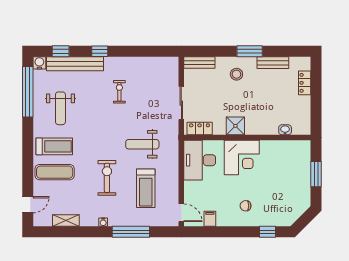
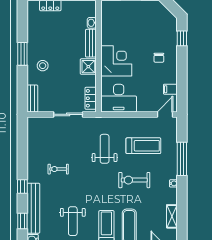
bench: (273, 63) -> (91, 43), moved
weight bench: (60, 108) -> (73, 221), turned 90
weight bench: (142, 144) -> (105, 149), turned 180

